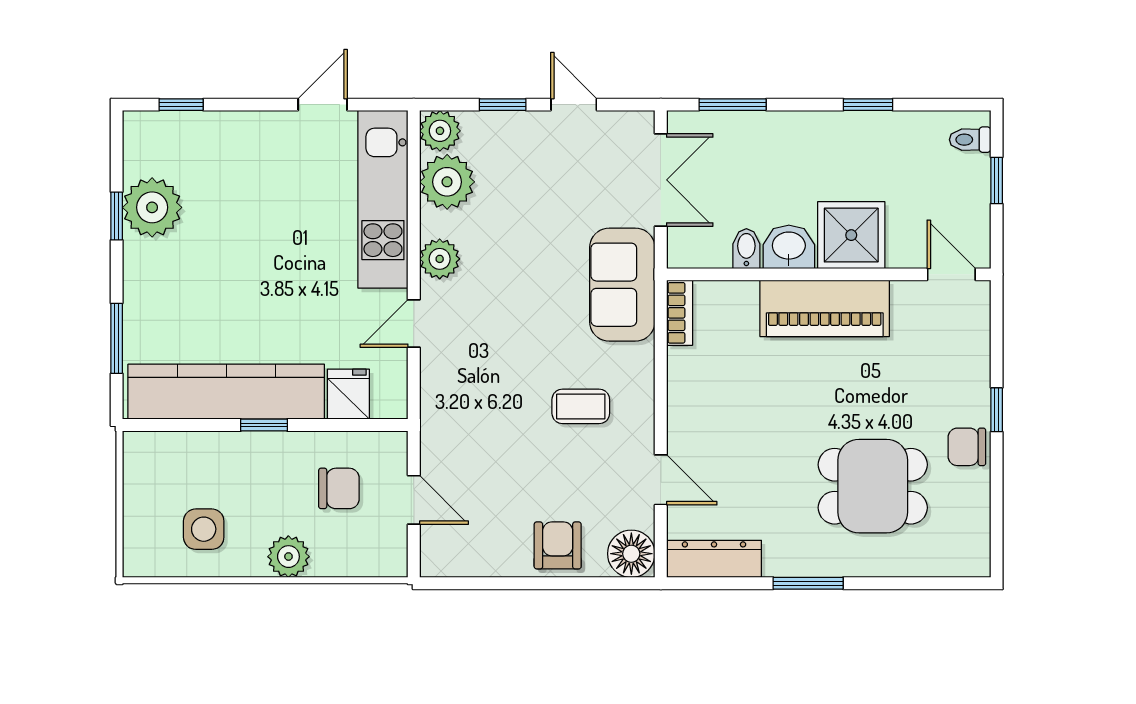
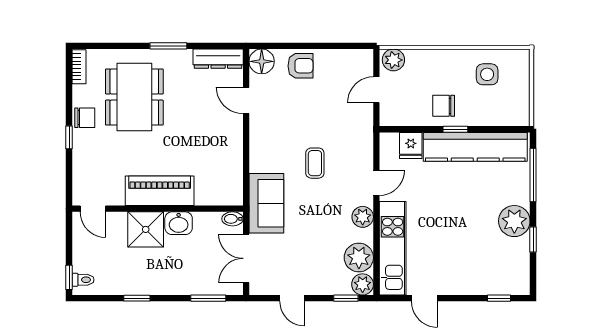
door: (323, 105) -> (424, 298), hinge flipped
window: (503, 105) -> (346, 298), moved
window: (997, 180) -> (69, 277), moved
plant: (152, 207) -> (514, 221), moved
bidet: (746, 249) -> (232, 219), moved, turned 90
bookcase: (680, 313) -> (79, 67), moved, turned 180
window: (117, 338) -> (533, 175), width x1.44
coffee table: (581, 406) -> (315, 163), moved, turned 90
dining table: (873, 486) -> (134, 97), width x1.37
chair: (339, 488) -> (444, 106), moved
door: (414, 500) -> (376, 90), hinge flipped
armchair: (558, 545) -> (300, 66), turned -90
plant: (288, 557) -> (393, 60), moved

